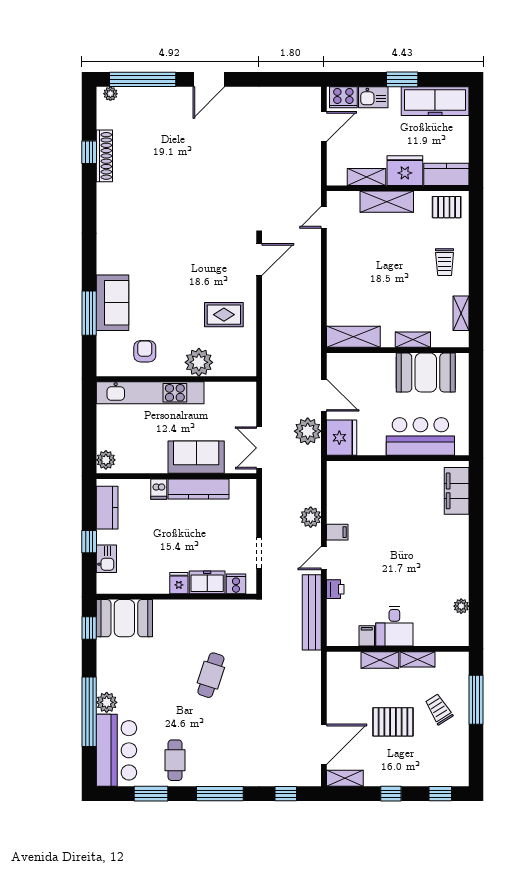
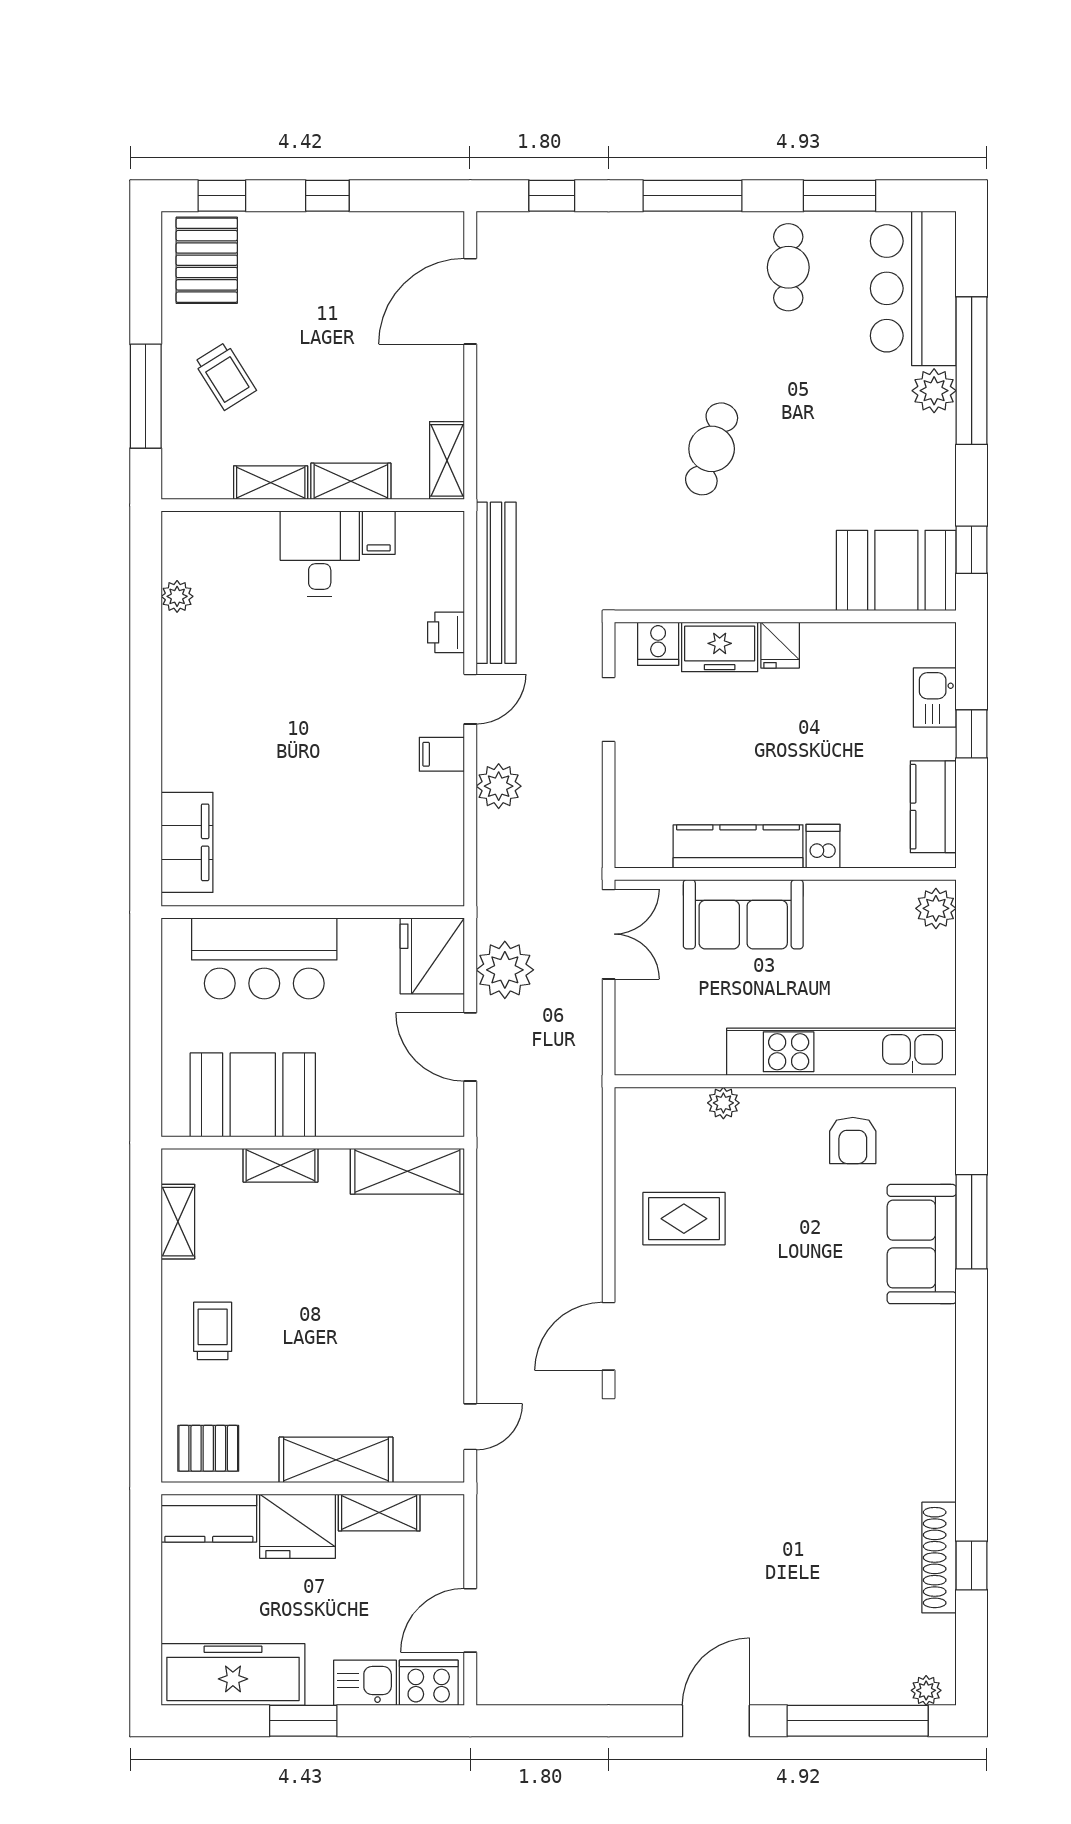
plant: (199, 362) -> (723, 1103), width x0.53, depth x0.53
pallet: (393, 722) -> (207, 260), moved, turned 90
shelving: (345, 778) -> (447, 460), moved, turned 90

